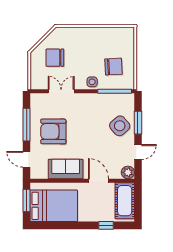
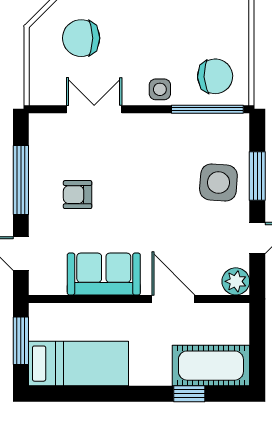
chair: (113, 67) -> (215, 76), moved
side table: (120, 126) -> (218, 183), turned 45
armchair: (53, 131) -> (78, 195), width x0.53, depth x0.53
cot: (125, 201) -> (211, 366), moved, turned 90
bed: (54, 206) -> (79, 364), width x0.67

